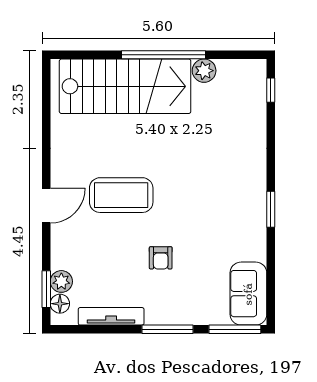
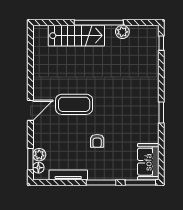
stairs: (125, 86) -> (76, 36), width x0.73, depth x0.66

